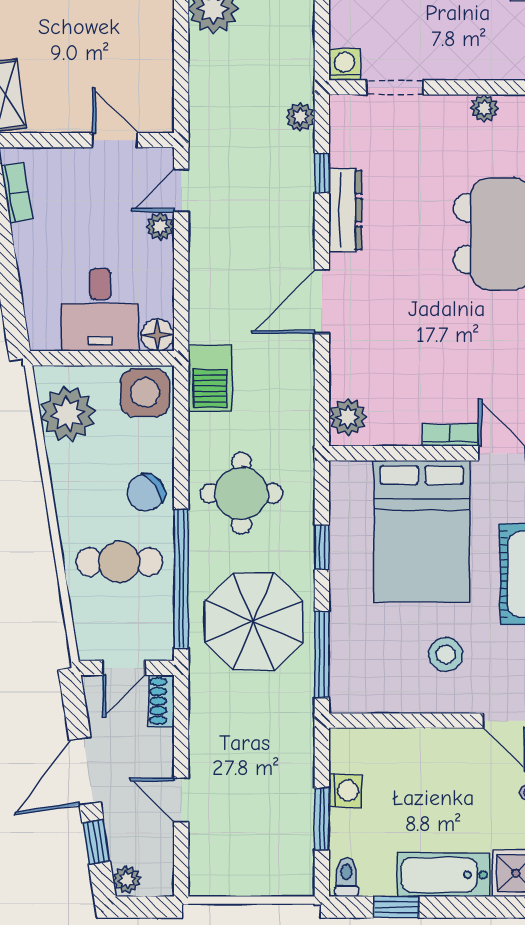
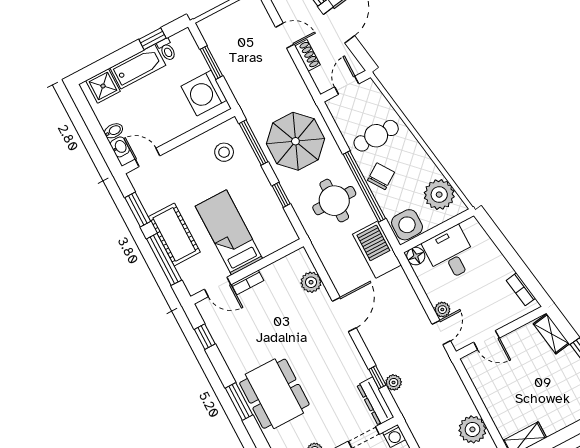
plant: (300, 117) -> (394, 382), moved
dresser: (345, 210) -> (375, 401), moved
barbecue: (210, 378) -> (377, 250), width x1.37, depth x1.21
plant: (348, 417) -> (311, 282), moved
bed: (422, 531) -> (229, 232), width x0.67
window: (181, 579) -> (364, 186), moved
stool: (446, 654) -> (224, 152), moved
shoe rack: (161, 701) -> (307, 55), moved
washing machine: (345, 791) -> (204, 93), width x1.89, depth x1.89
toilet: (346, 877) -> (167, 50), moved

